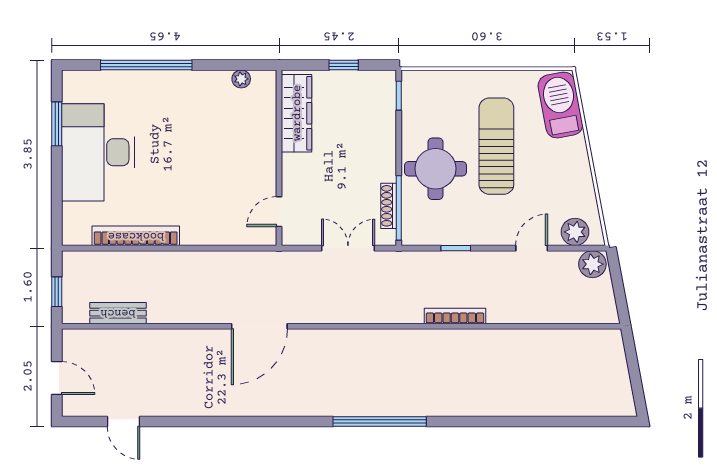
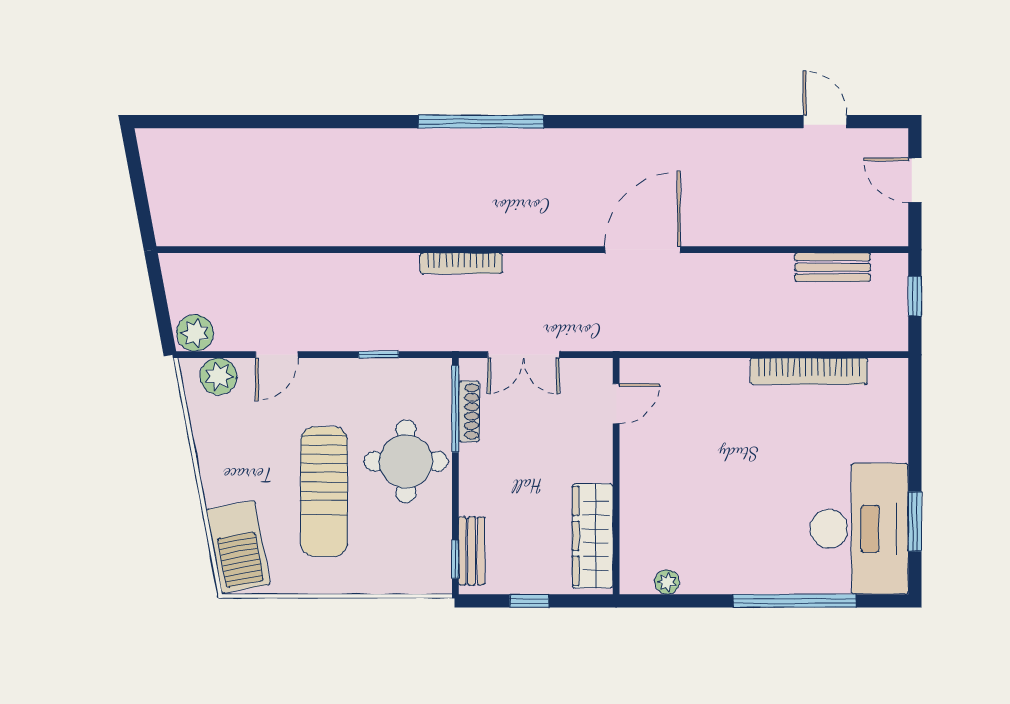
bench: (387, 102) -> (472, 551), added
desk: (98, 152) -> (859, 529), moved
bookcase: (455, 316) -> (461, 263), moved

